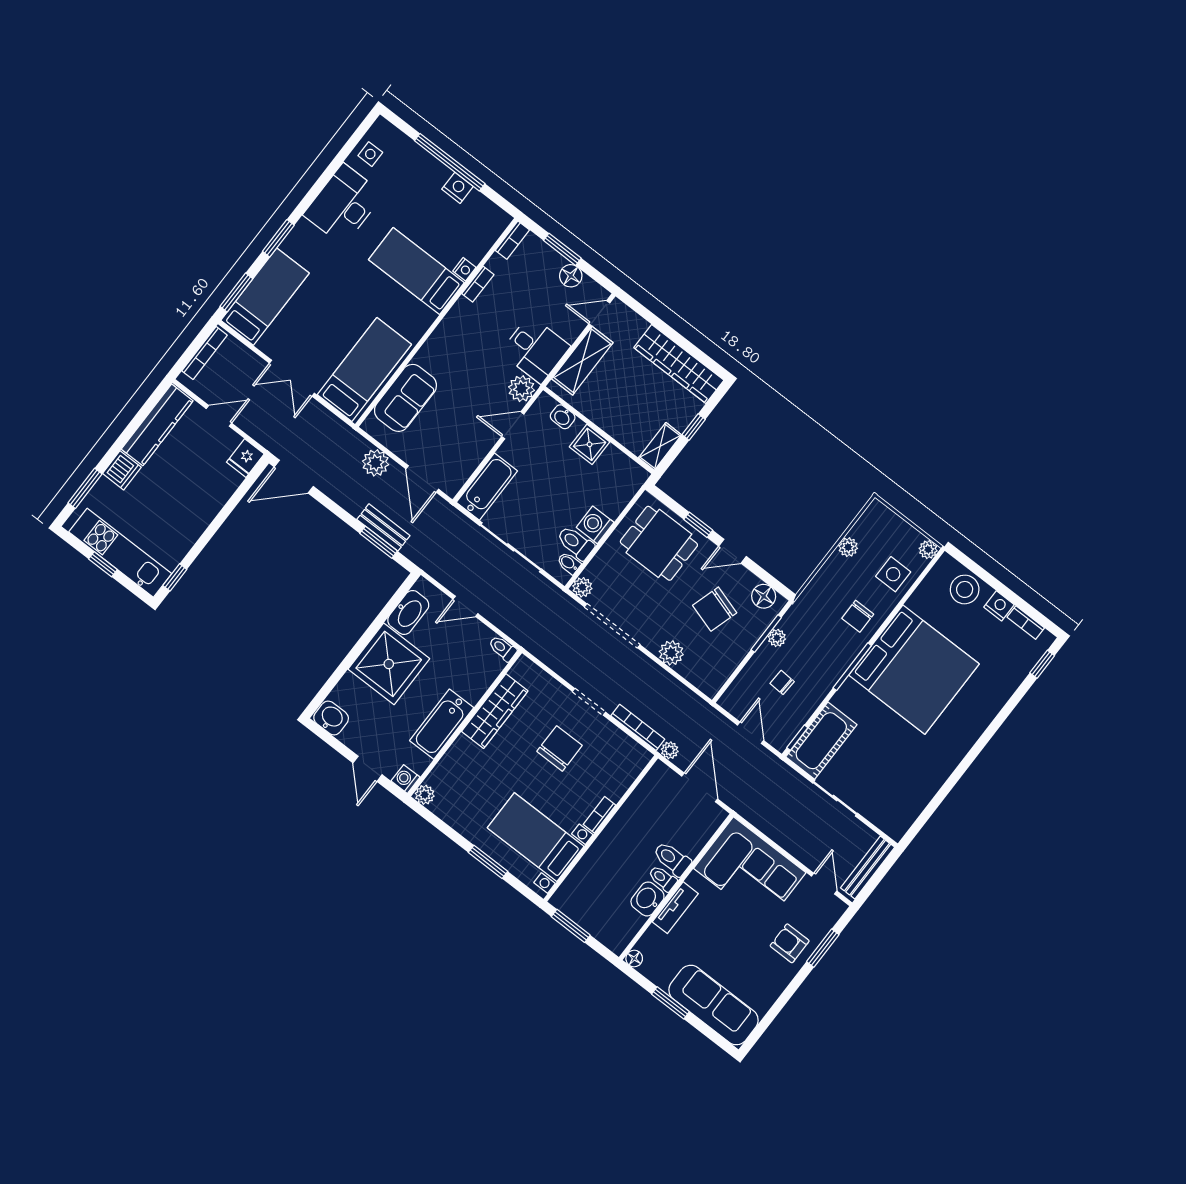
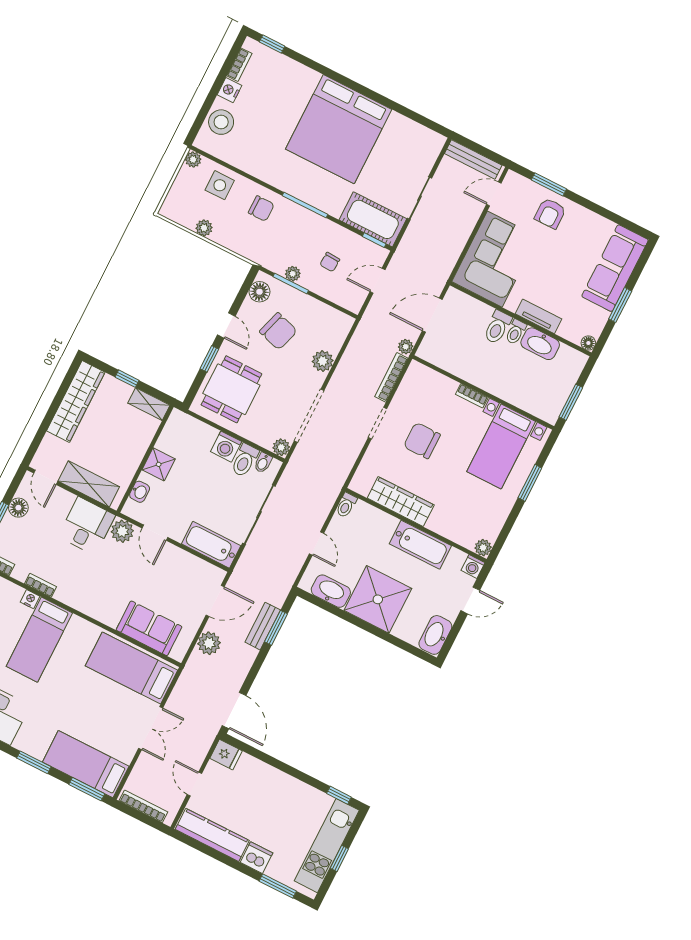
bed: (914, 670) -> (339, 129), moved, turned 180
washbasin: (331, 718) -> (435, 635), width x1.38
washbasin: (647, 899) -> (540, 344), width x1.38

